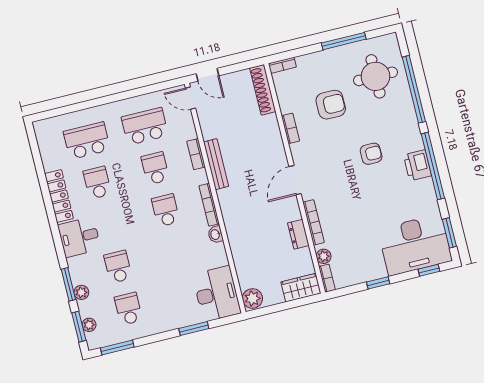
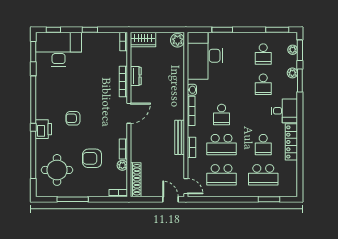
window: (70, 109) -> (269, 199), added
printer: (417, 165) -> (43, 129), moved
school desk: (155, 168) -> (222, 145), width x1.85
plant: (324, 256) -> (122, 165), moved
desk: (217, 294) -> (205, 56), width x1.36, depth x1.30

